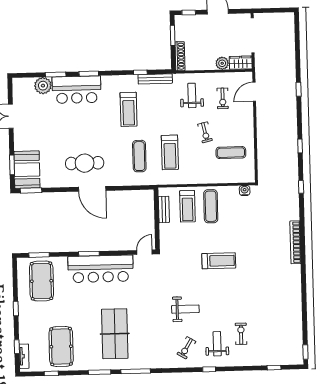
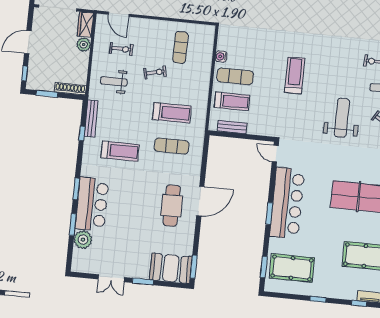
window: (12, 165) -> (143, 281), moved
water cooler: (245, 190) -> (221, 57), moved
weight bench: (185, 309) -> (342, 118), width x1.36, depth x1.33

